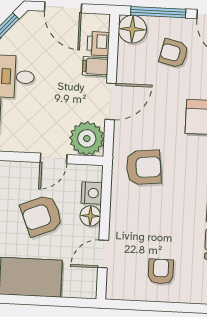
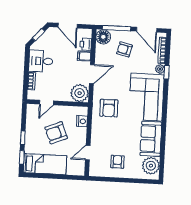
door: (54, 158) -> (46, 103), moved
armchair: (144, 167) -> (109, 108), turned 96
floor lamp: (90, 216) -> (81, 133), removed

